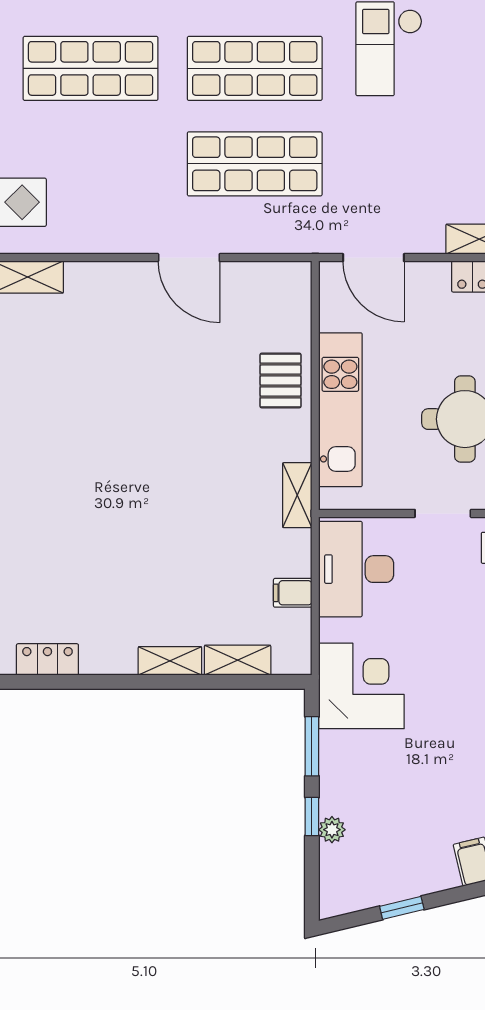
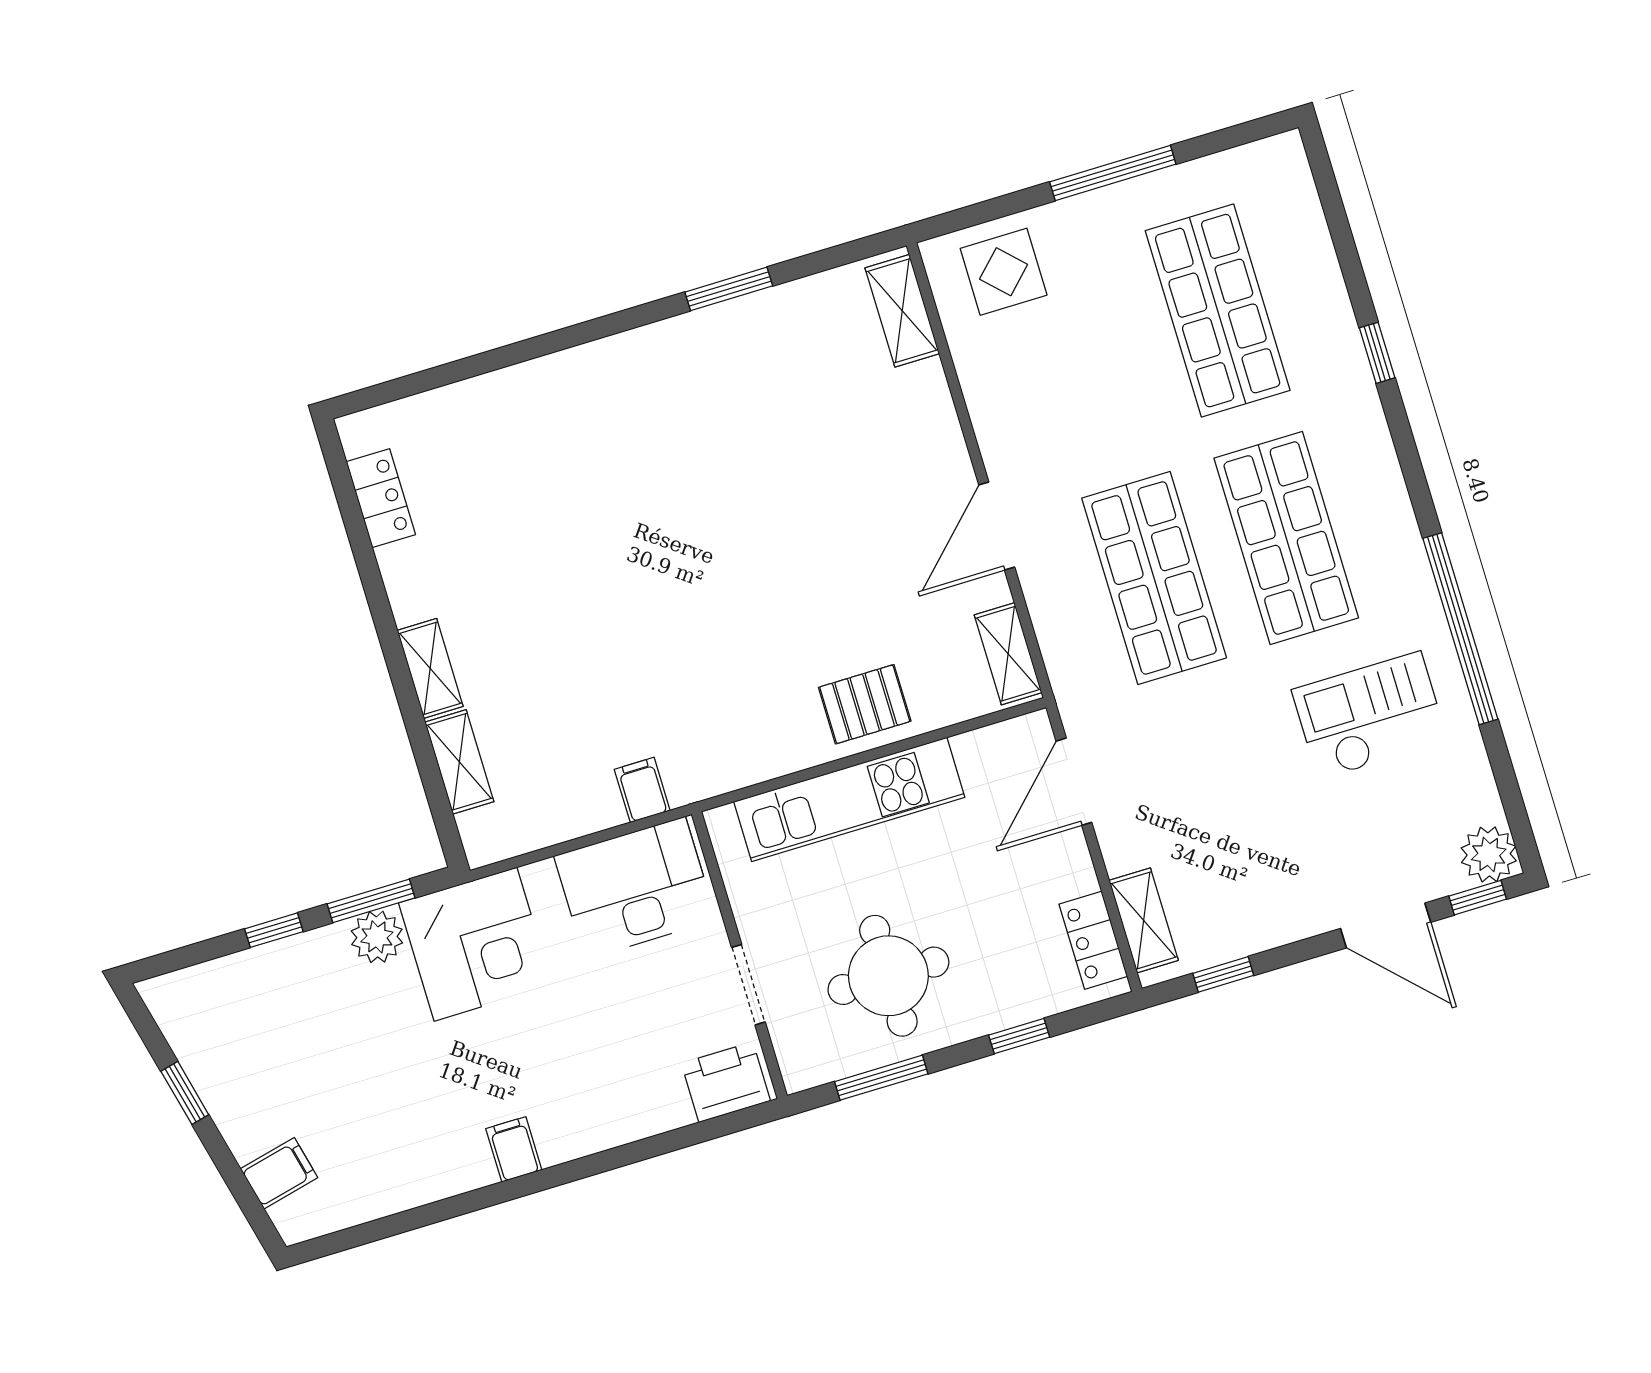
shelving: (297, 495) -> (1008, 654), moved, turned 90
filing cabinet: (293, 593) -> (642, 790), moved
plant: (332, 830) -> (377, 937), moved, width x1.38, depth x1.38

